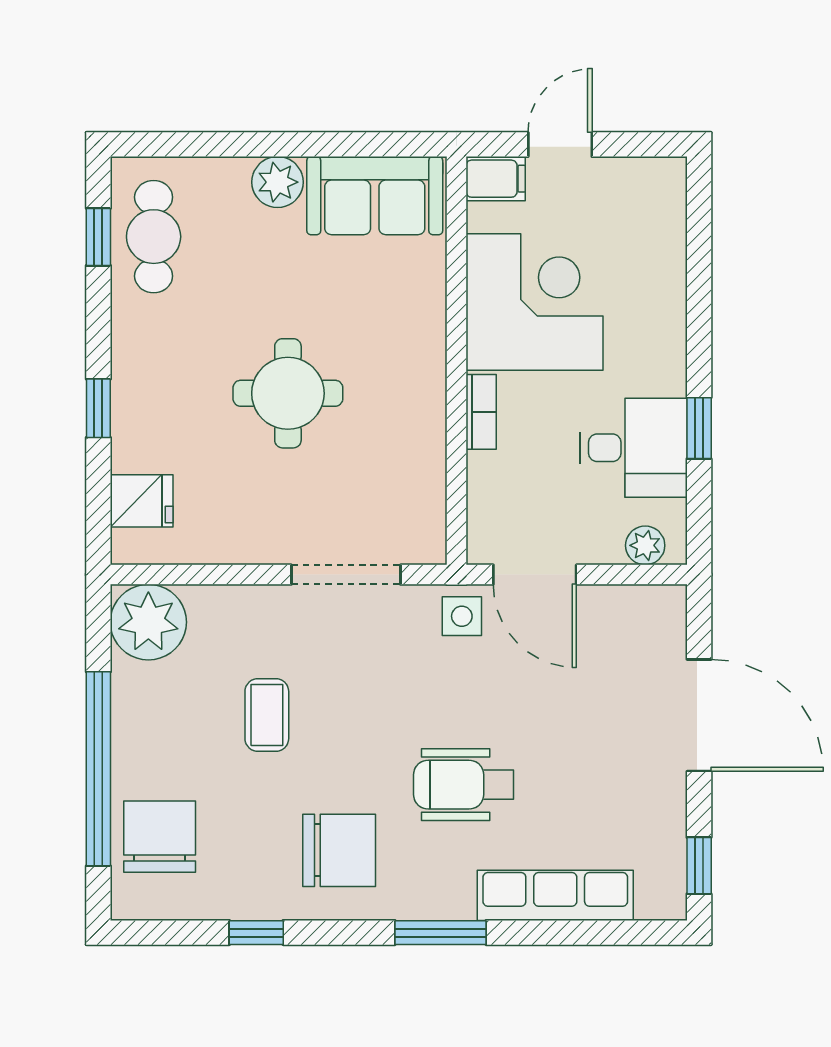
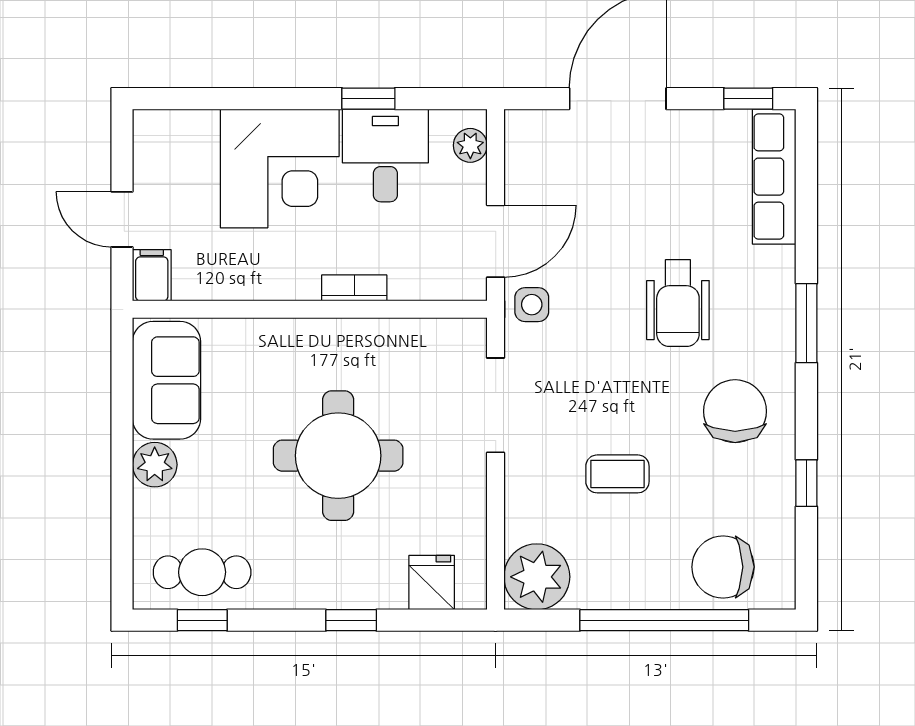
corner desk: (534, 302) -> (280, 168), moved, turned 180
round table: (288, 393) -> (338, 456), width x1.36, depth x1.36
row of seats: (555, 895) -> (774, 177), moved

